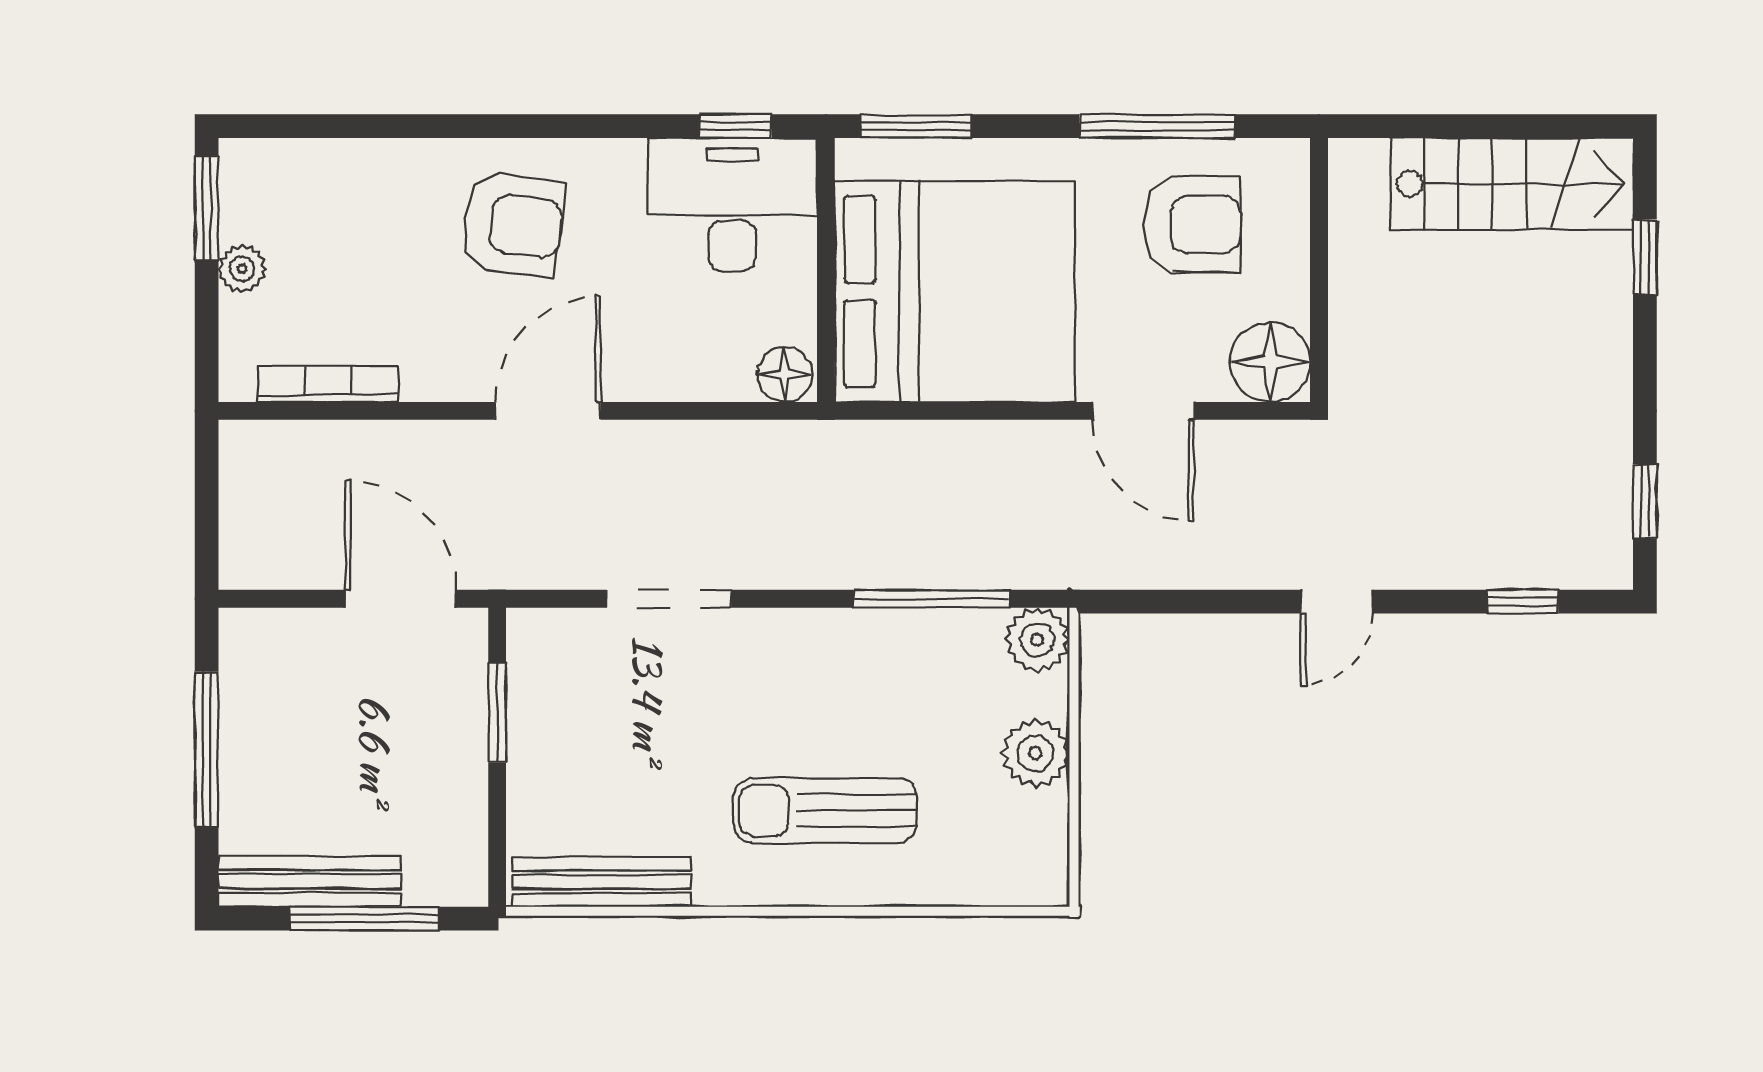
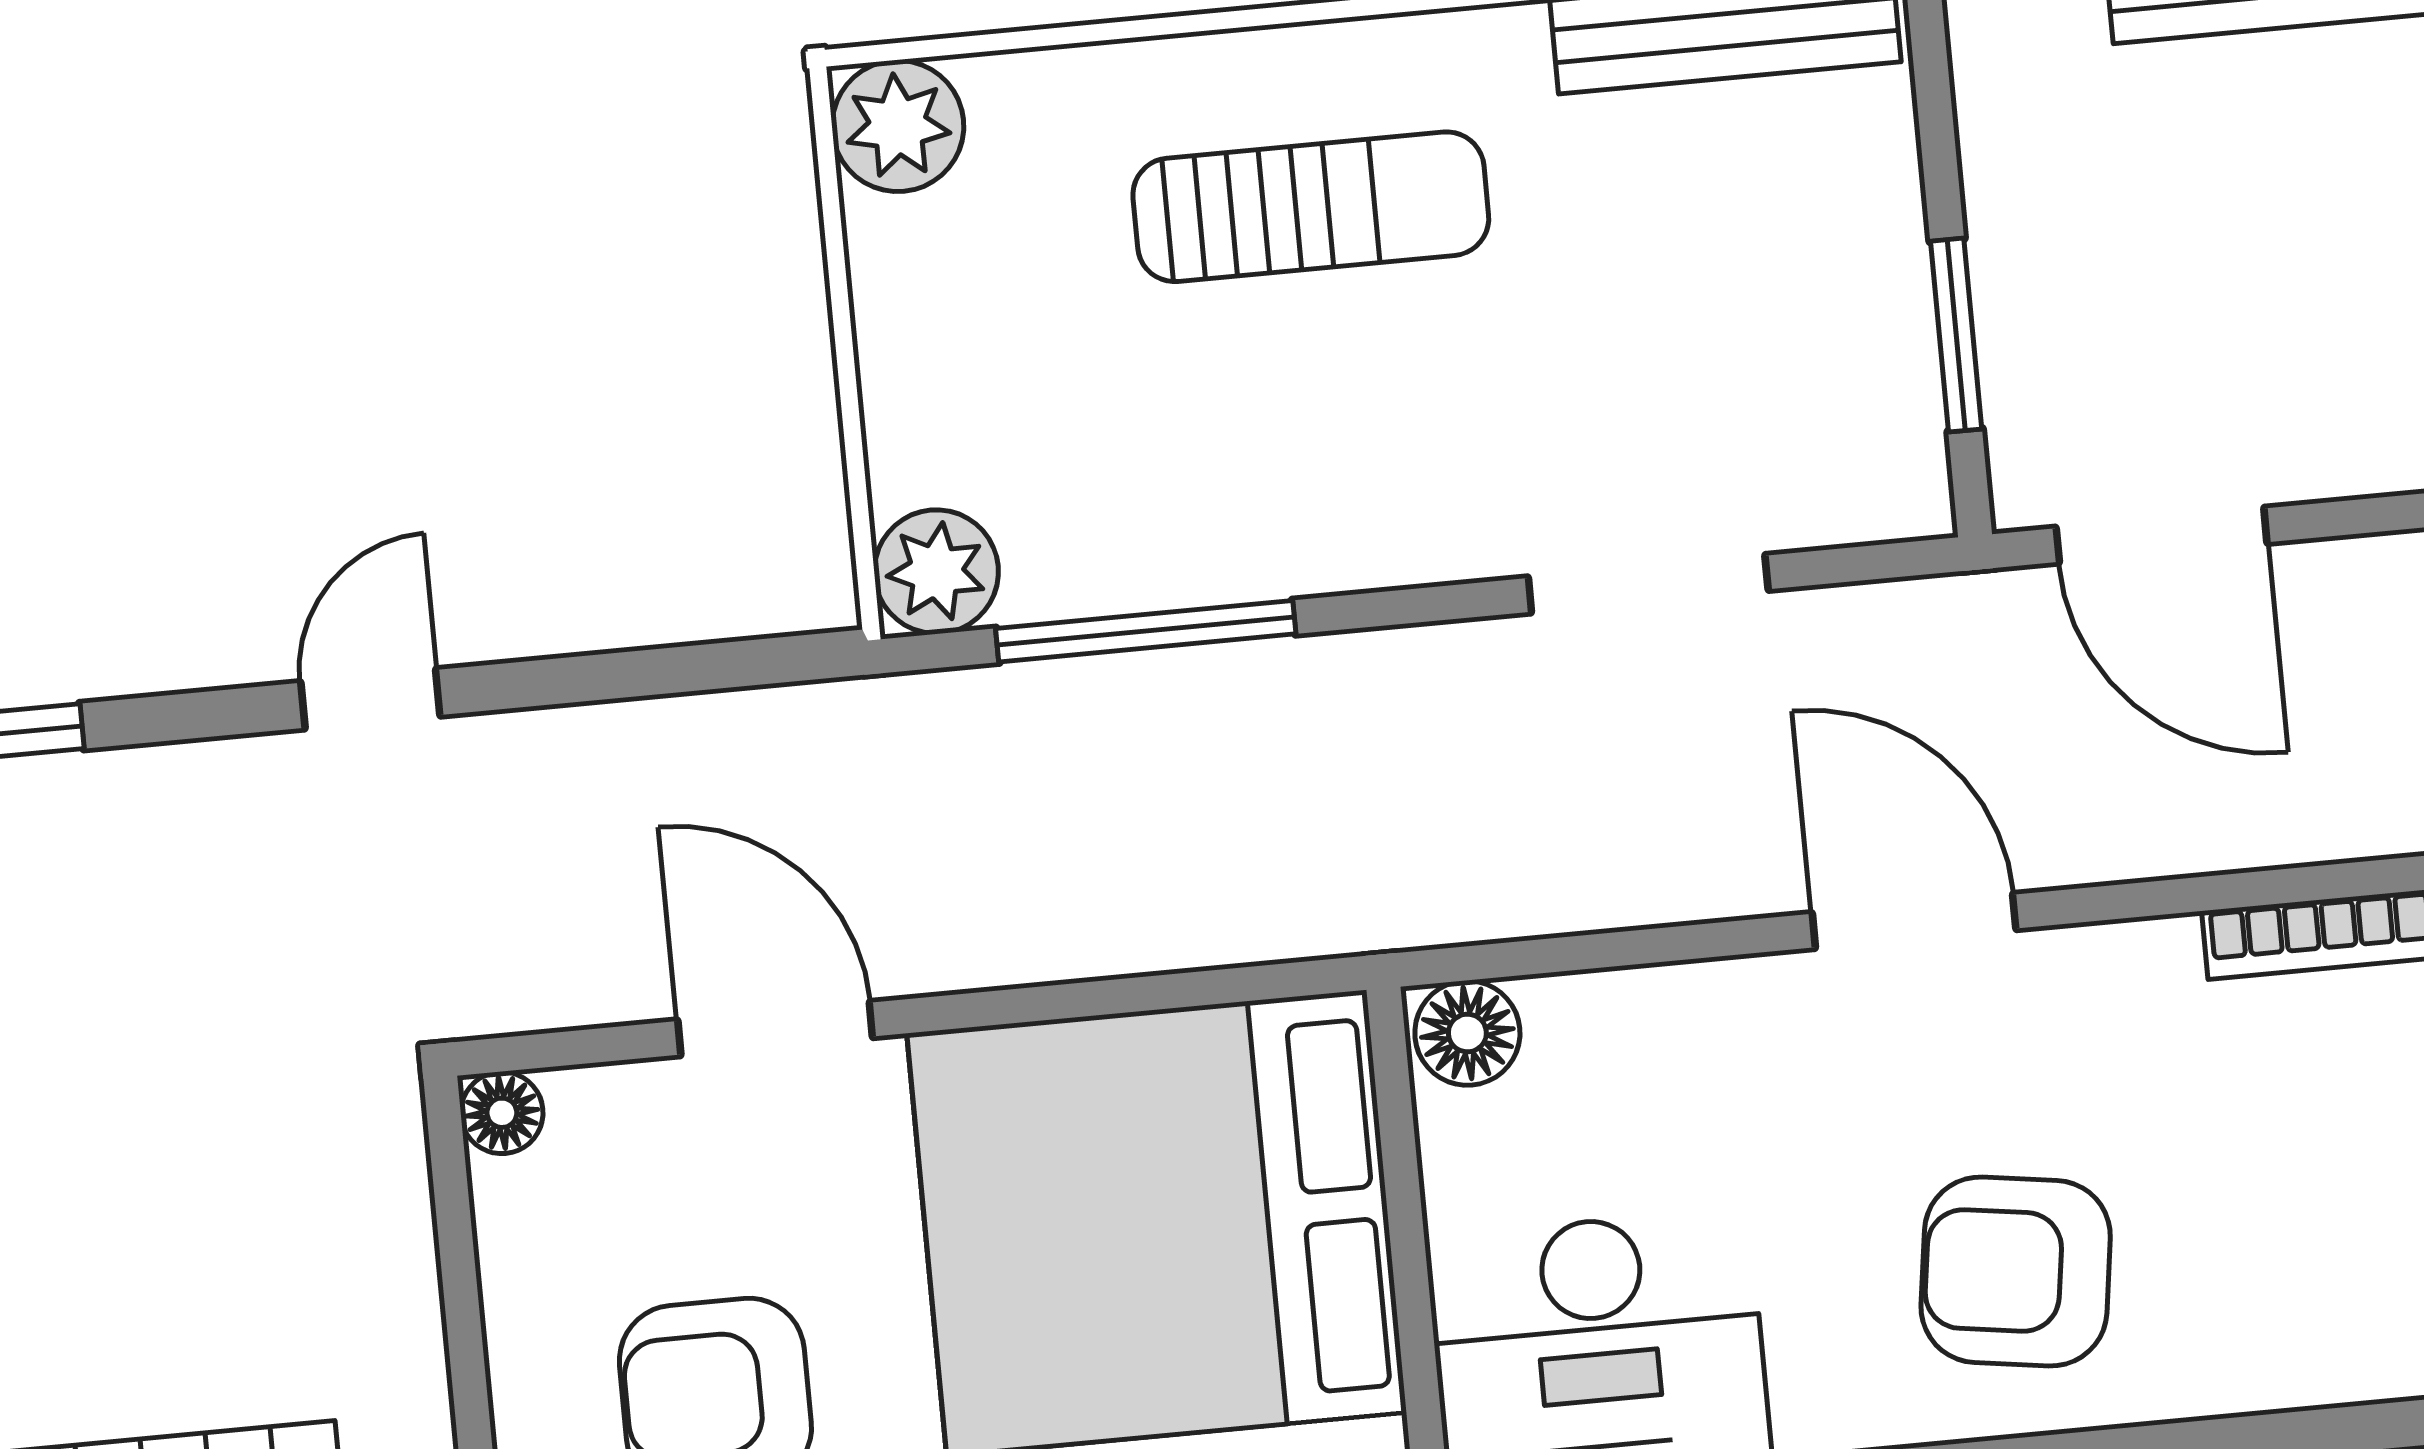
floor lamp: (1270, 362) -> (502, 1113), width x0.53, depth x0.53
door: (548, 411) -> (1914, 921), swing flipped
plant: (1035, 753) -> (898, 126), moved

